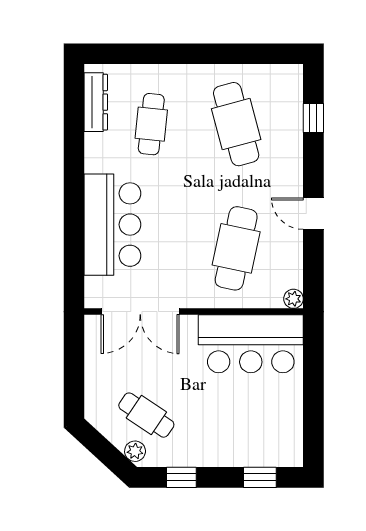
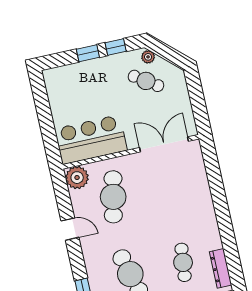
bar counter: (112, 225) -> (193, 195), removed
plant: (293, 299) -> (77, 178), width x1.87, depth x1.87
window: (260, 477) -> (88, 53), moved

